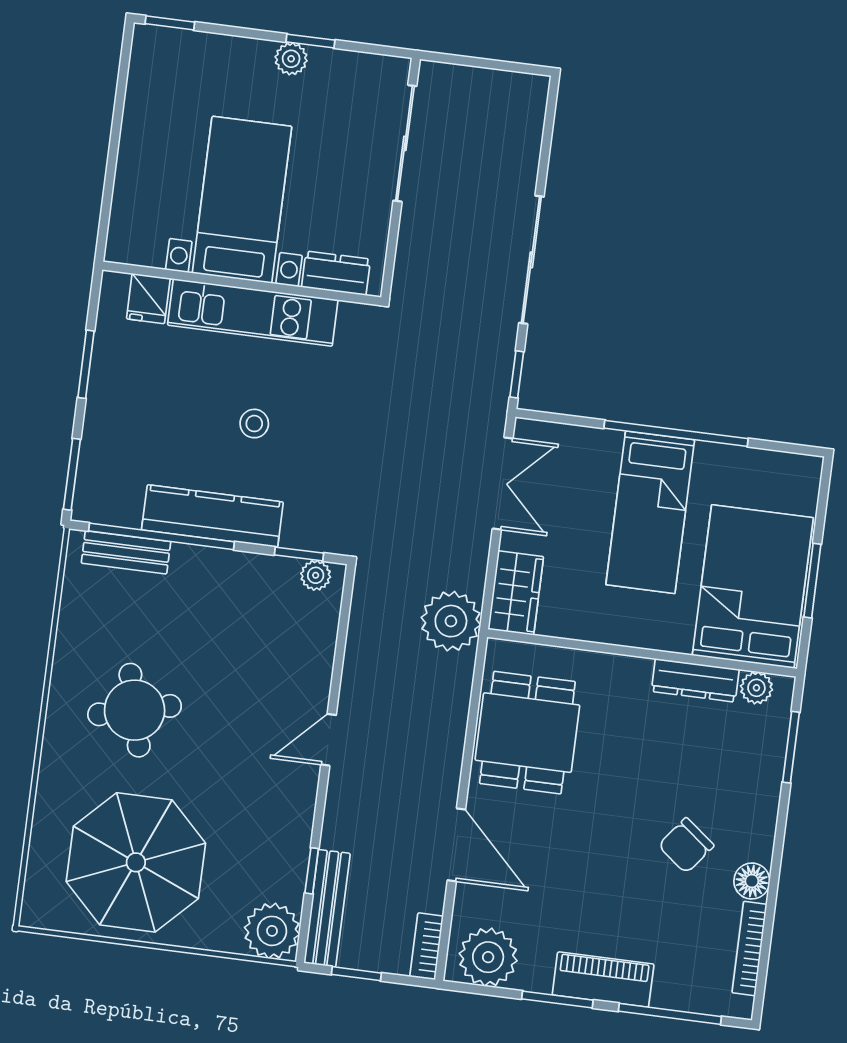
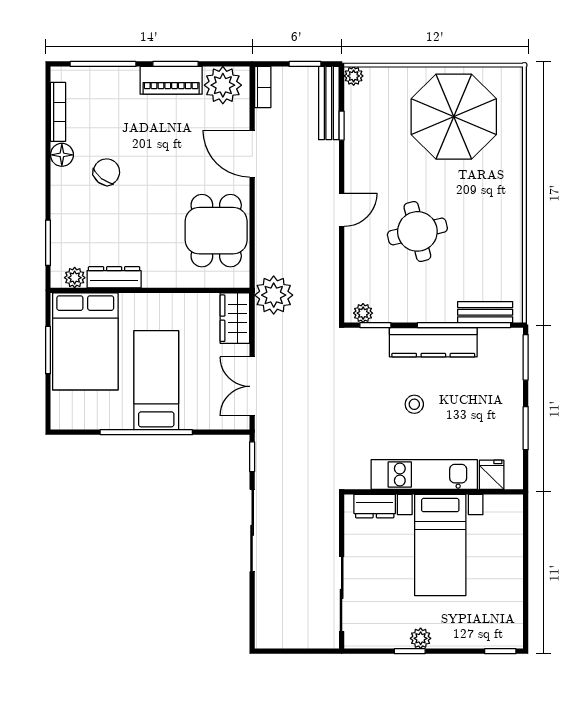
round table: (135, 710) -> (417, 231), moved
plant: (272, 931) -> (354, 76), width x0.53, depth x0.53
piano: (603, 980) -> (171, 80), moved

